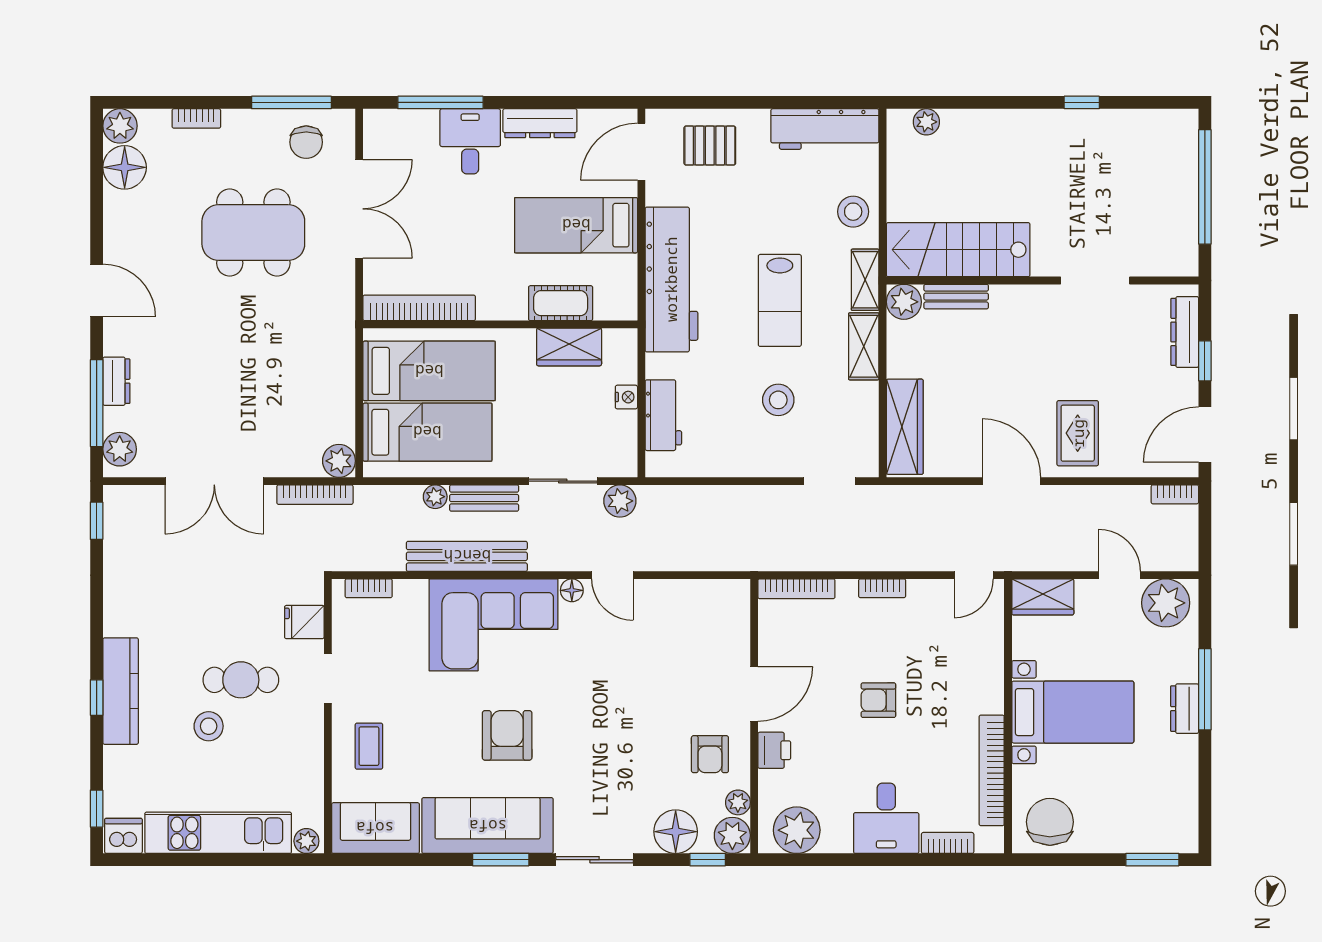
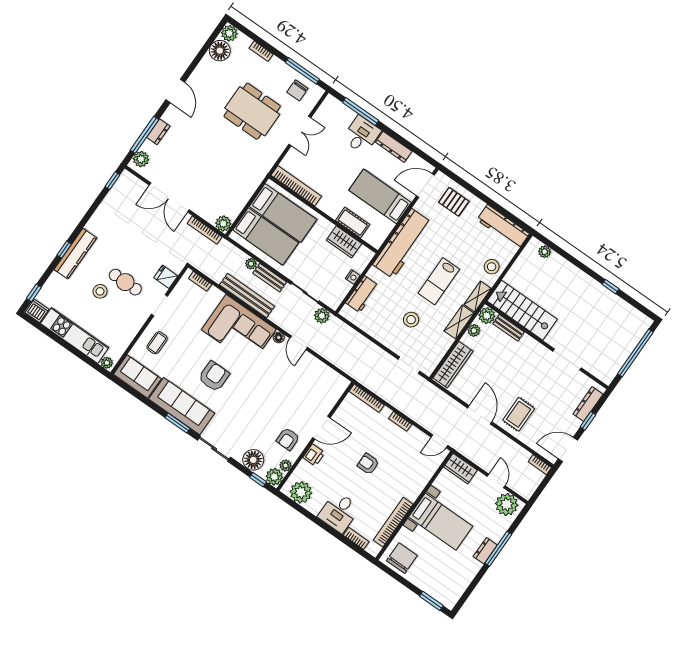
double door: (359, 209) -> (300, 131), width x0.73
plant: (900, 343) -> (474, 330), added

